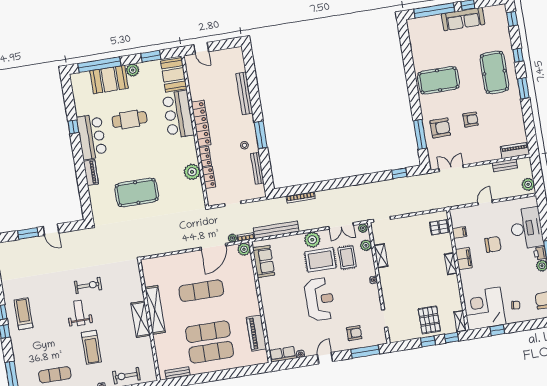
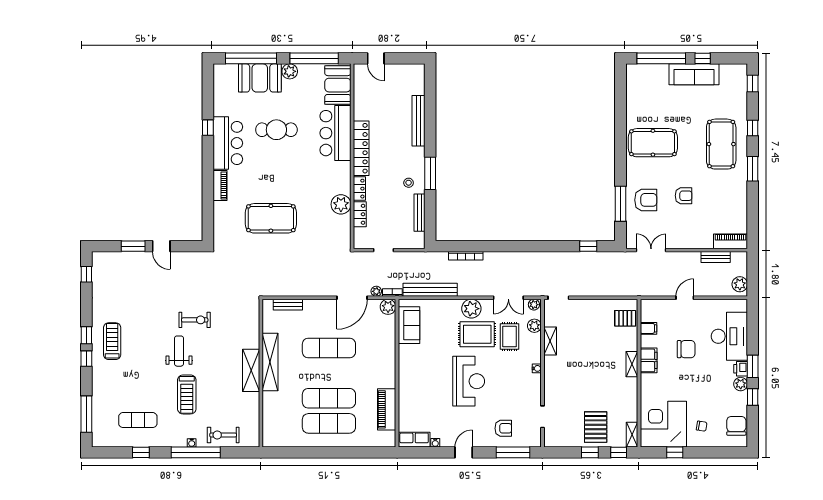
window: (151, 56) -> (314, 58), width x2.11
bench: (177, 373) -> (288, 305), moved

